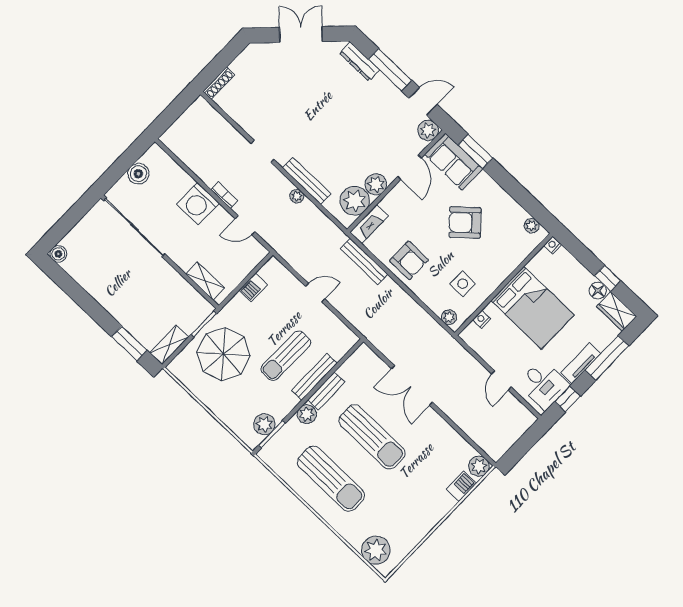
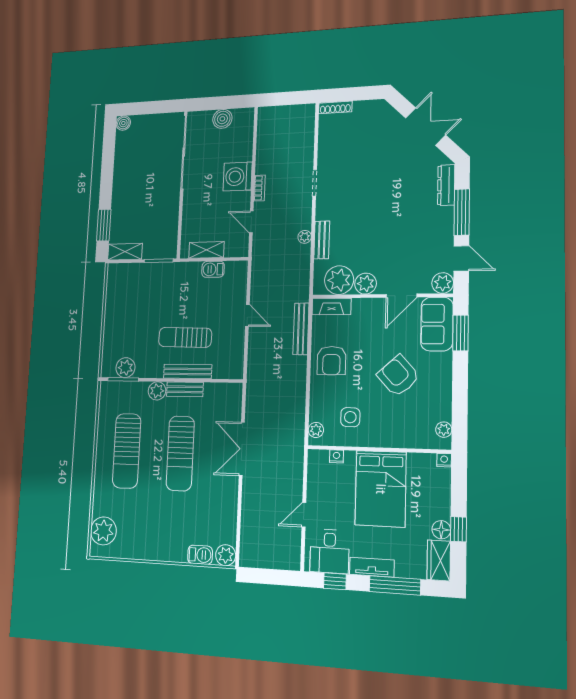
bench: (307, 181) -> (322, 240), width x0.73
shelving: (205, 281) -> (206, 250), moved, turned 90
parasol: (224, 354) -> (150, 294), removed

